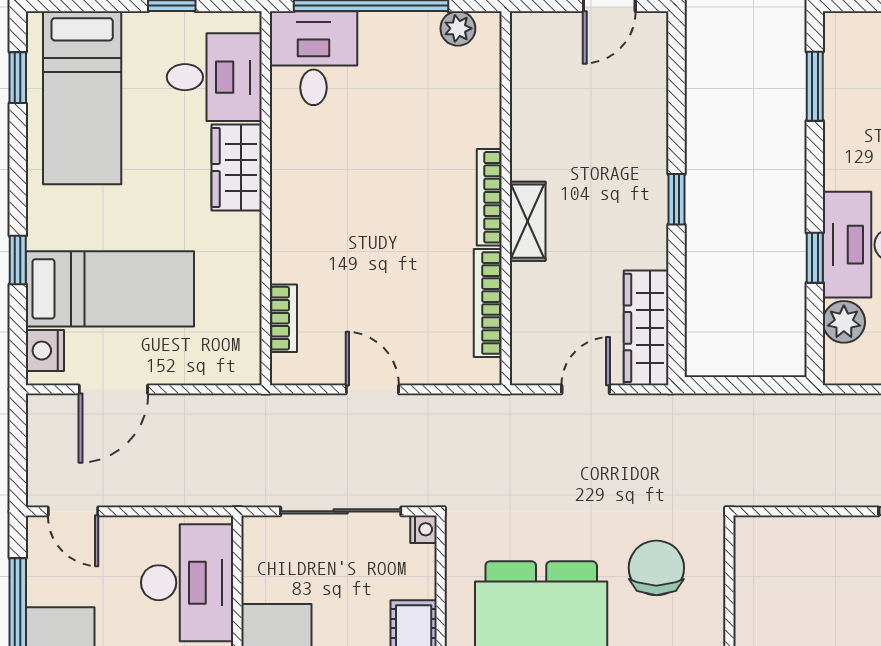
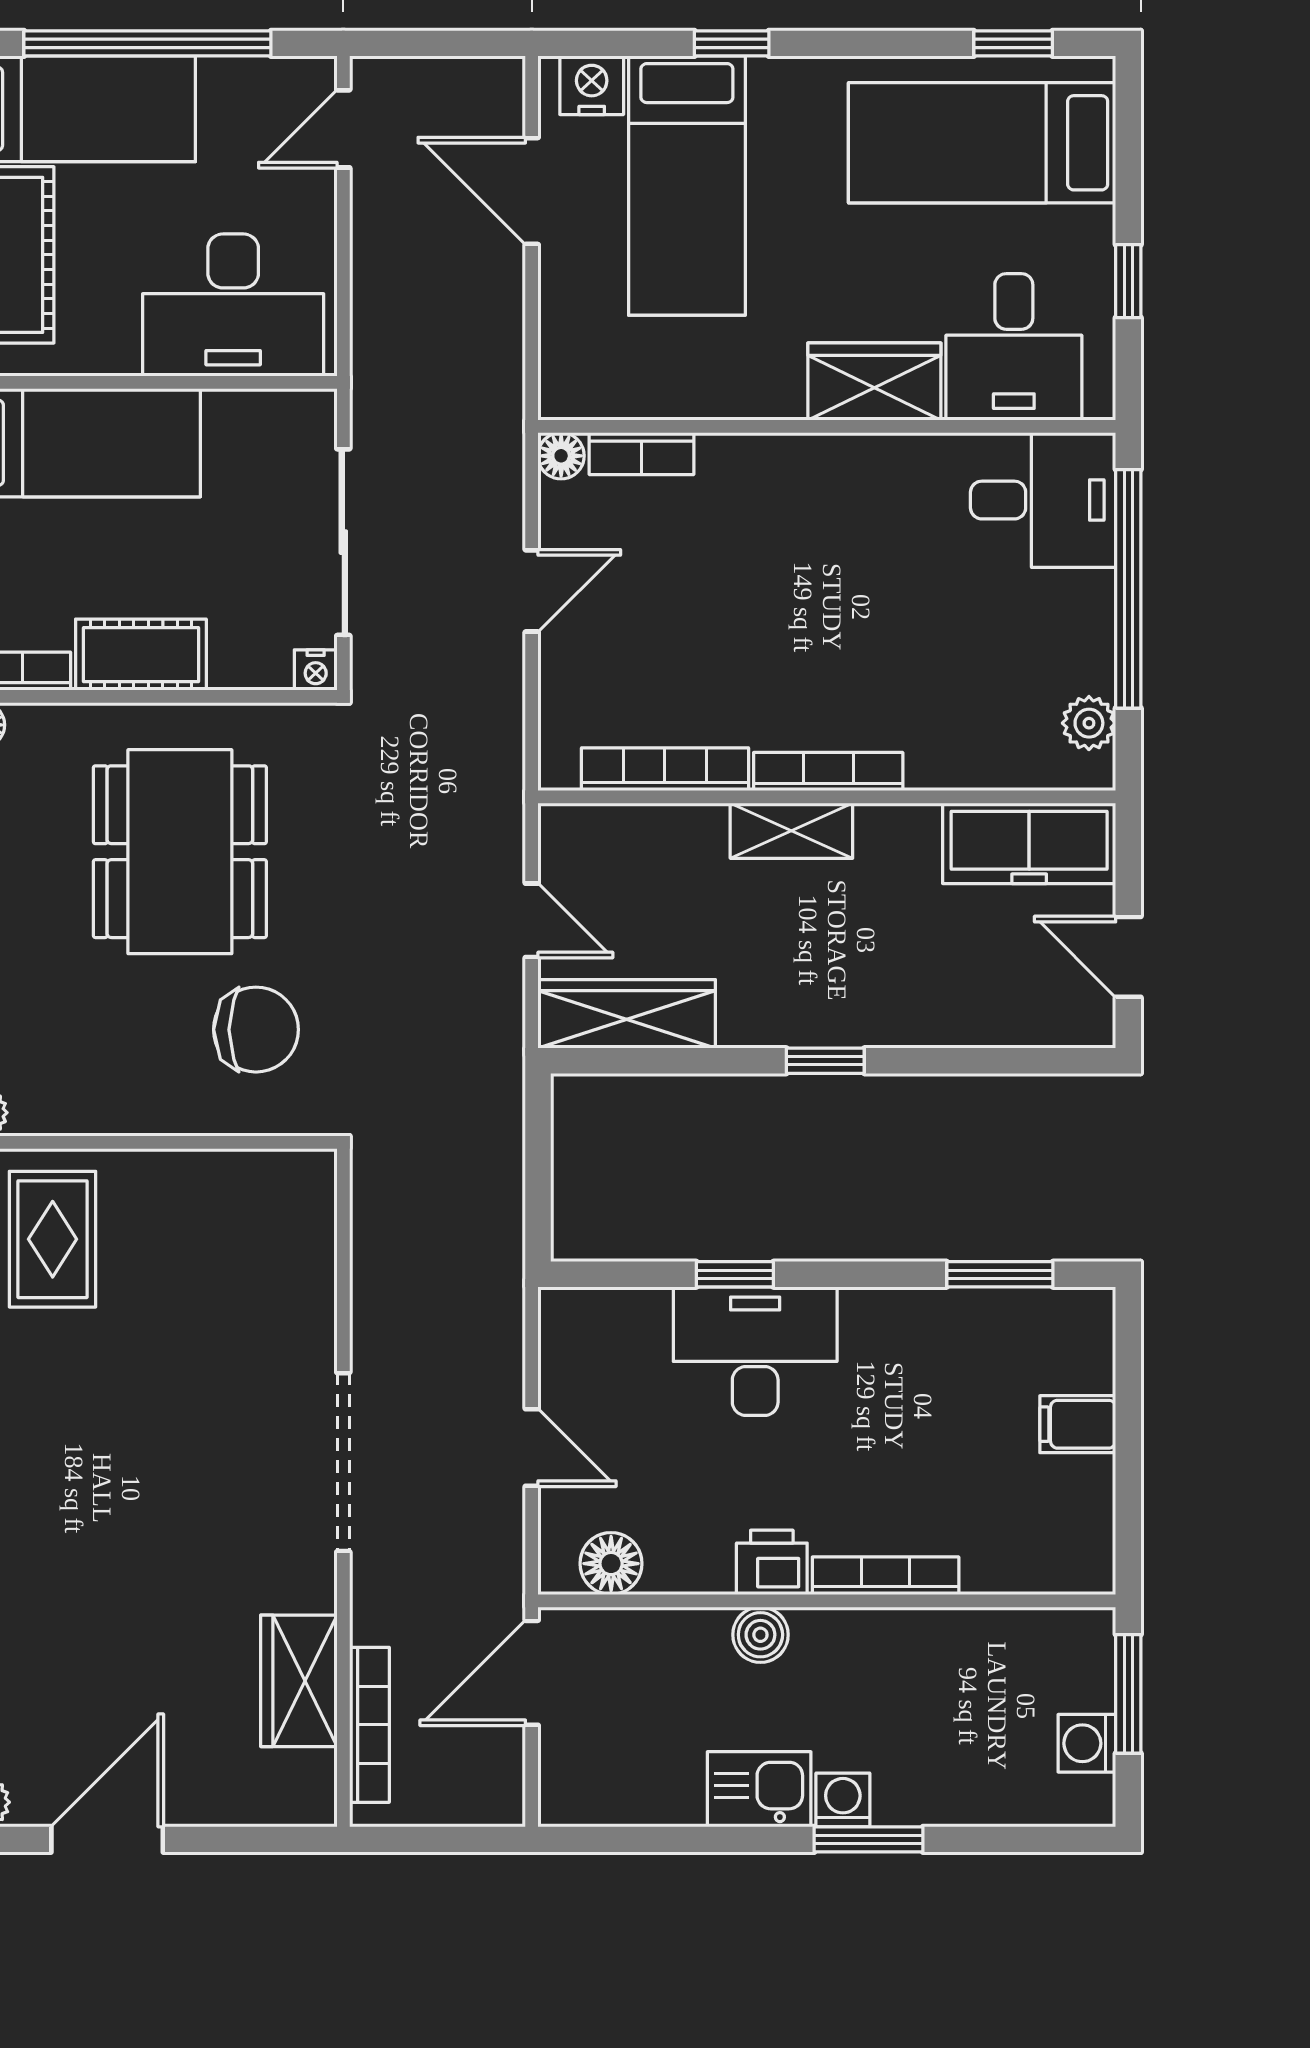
freezer: (536, 67) -> (1029, 843), added
plant: (844, 322) -> (636, 1319), removed
floor lamp: (285, 370) -> (561, 456), added

